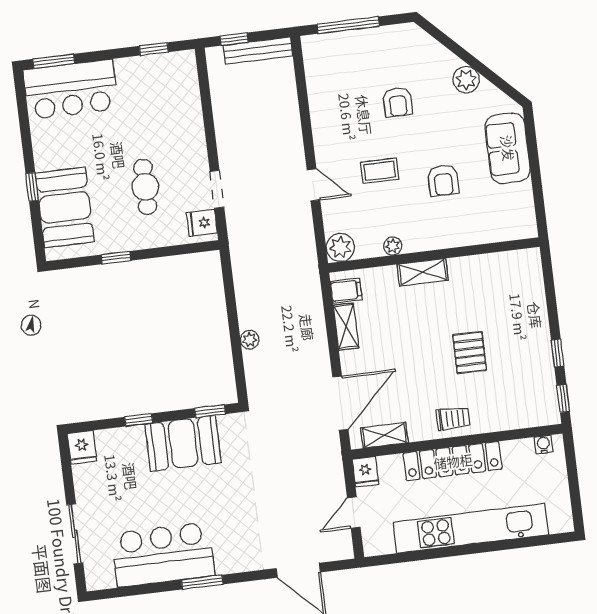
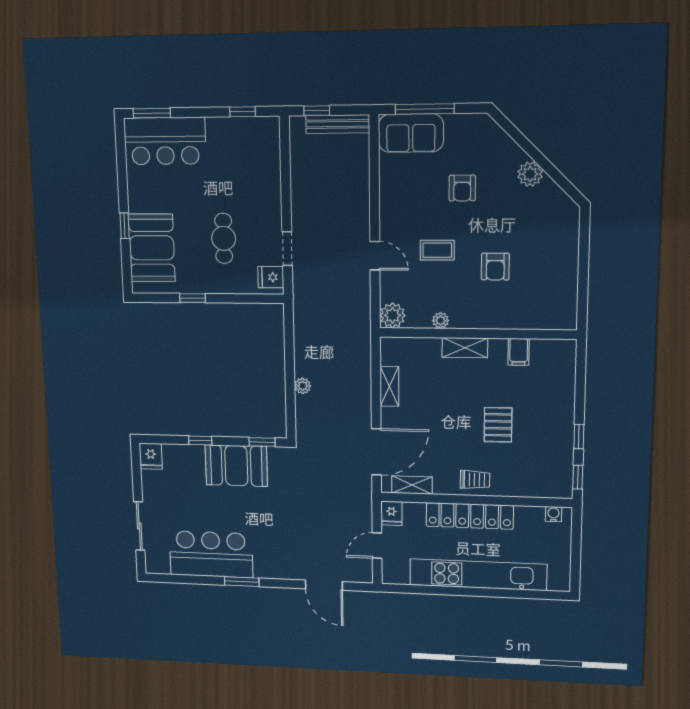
sofa: (508, 148) -> (411, 133), moved, turned -90
filing cabinet: (346, 291) -> (519, 352), moved, turned 90

